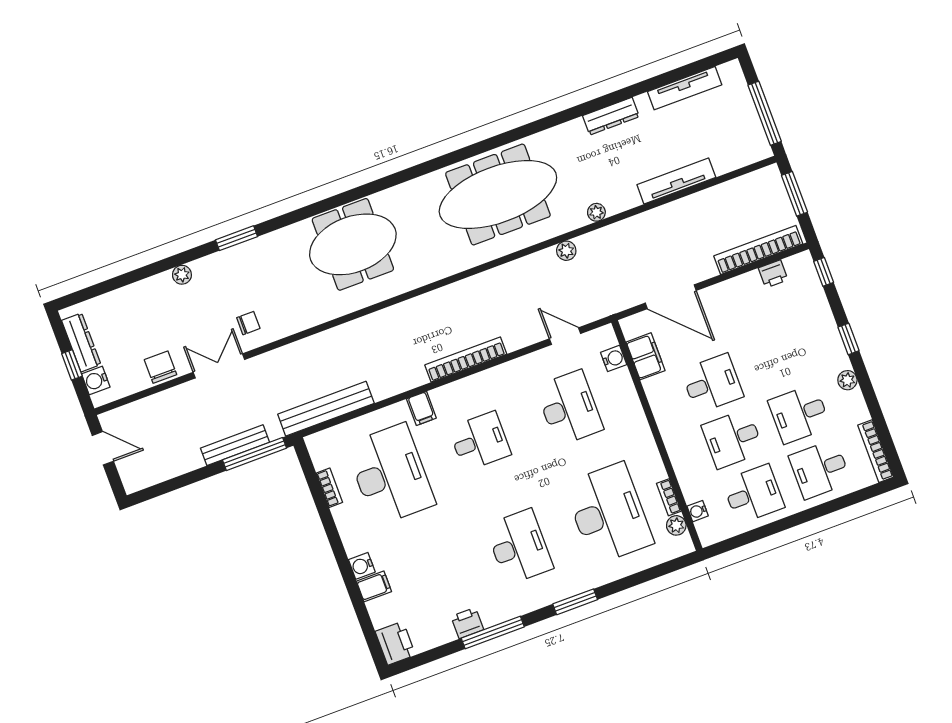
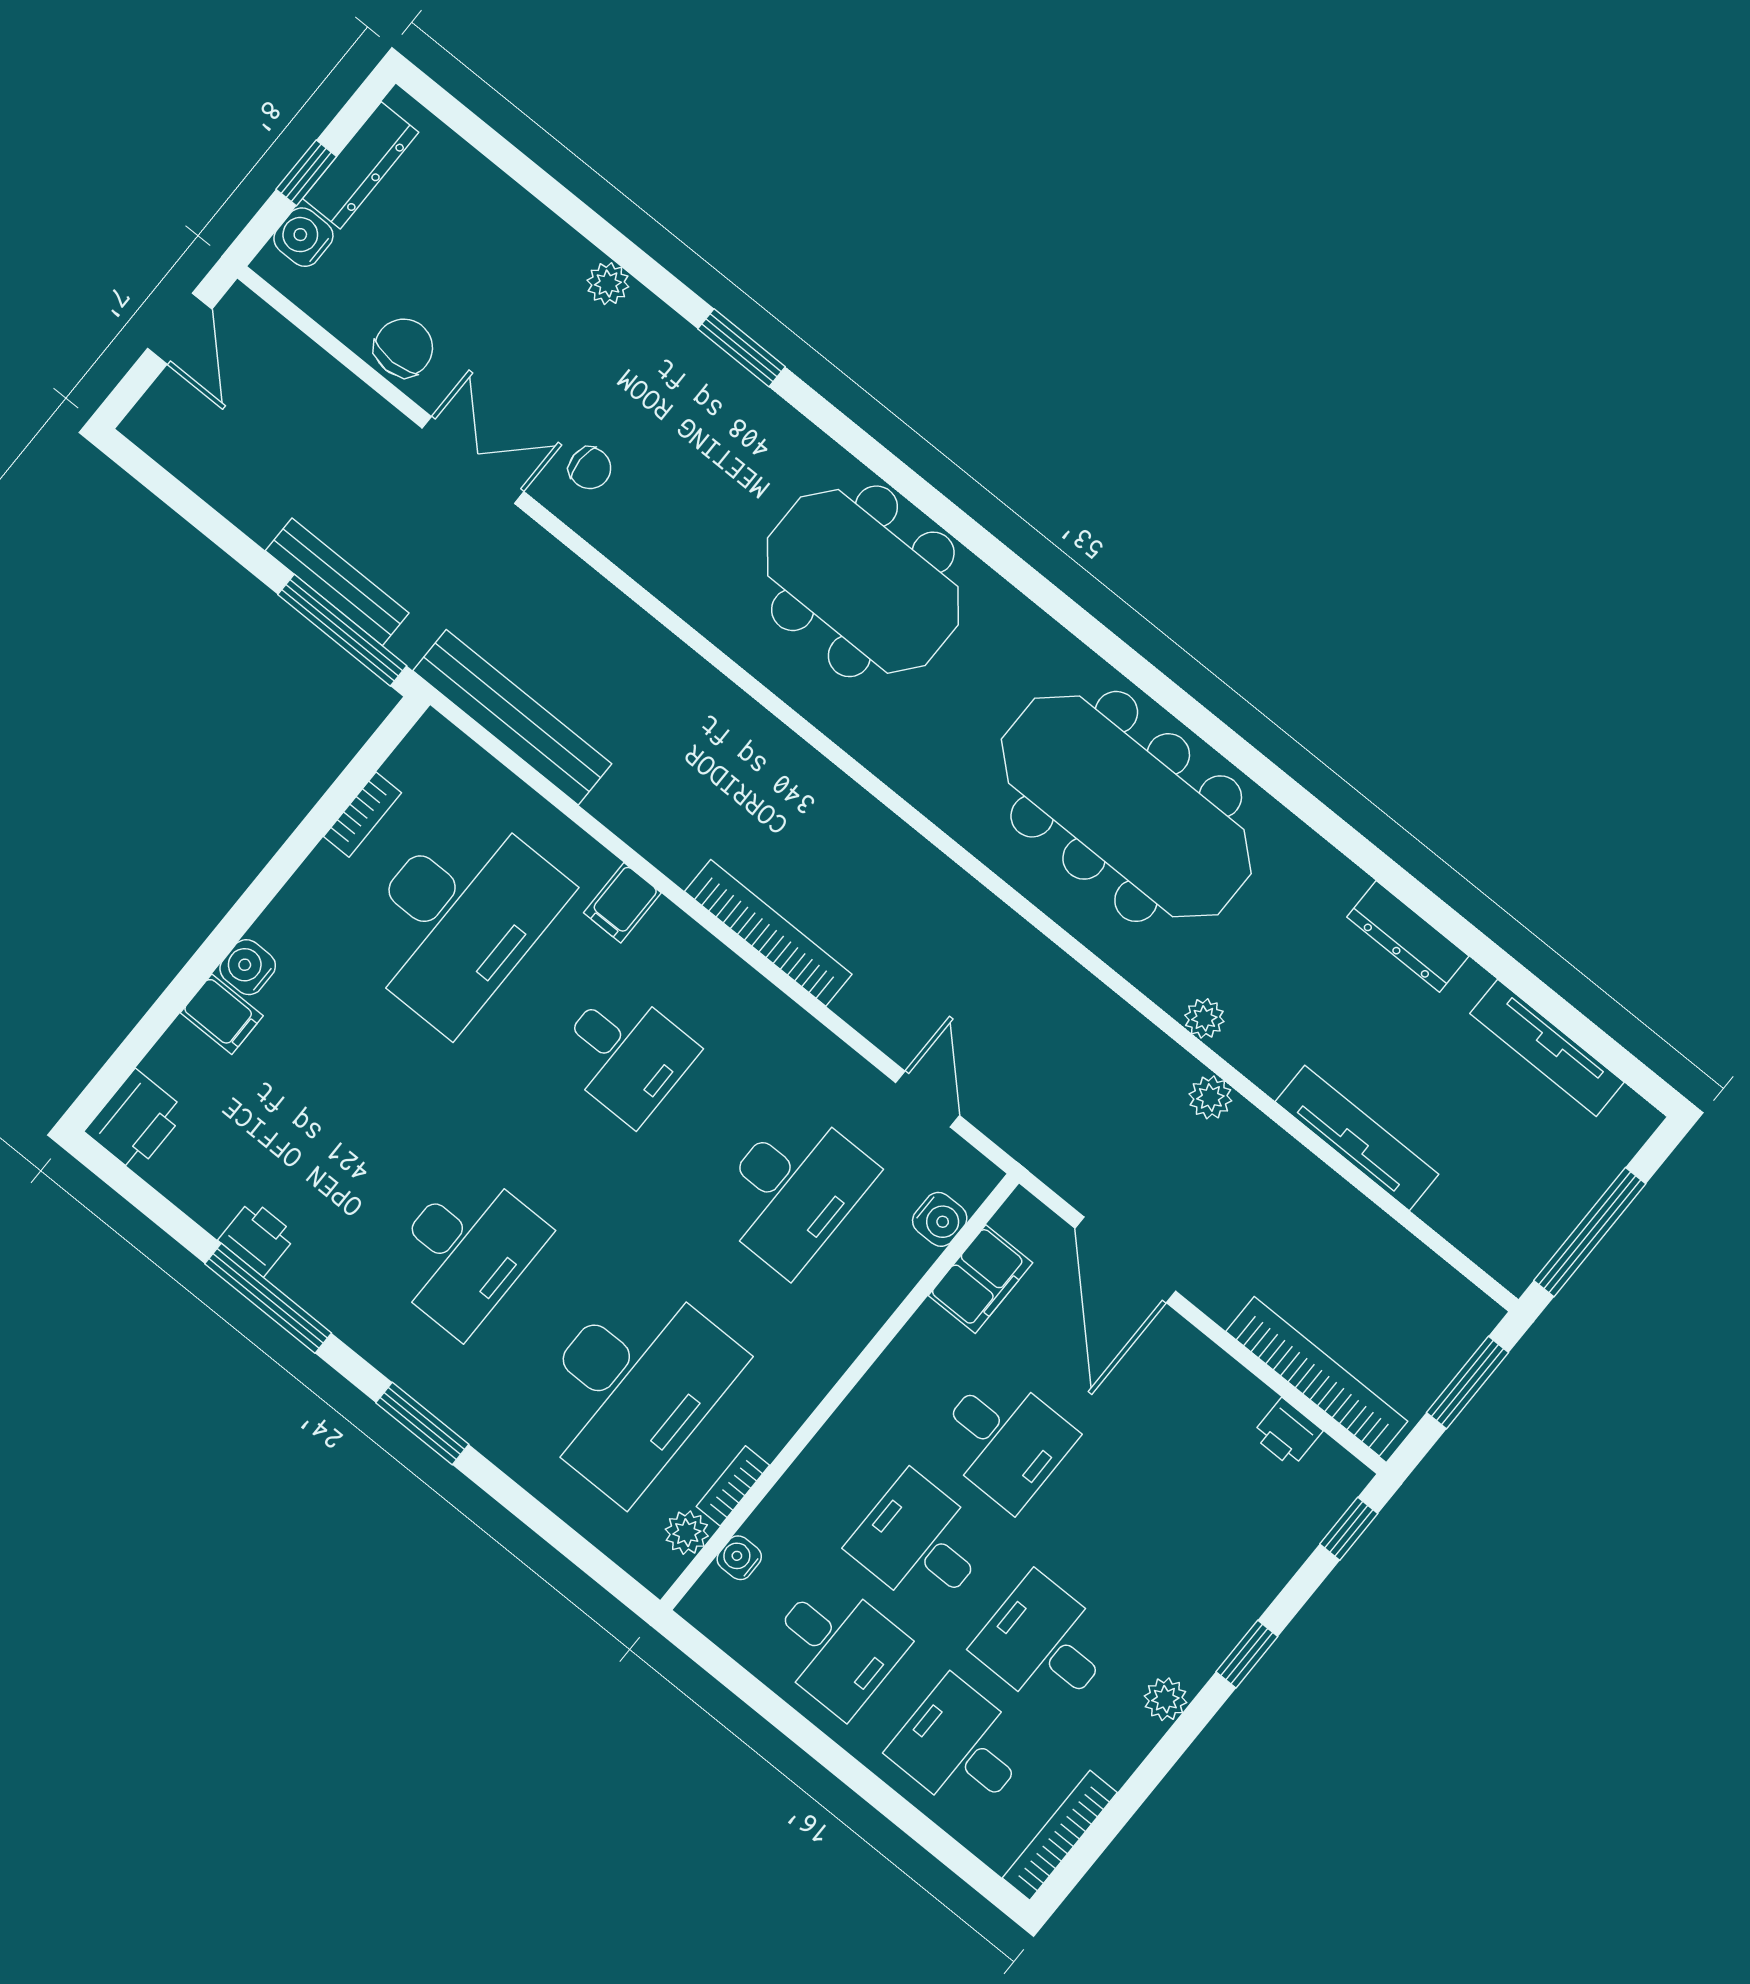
plant: (566, 251) -> (1210, 1097), moved

